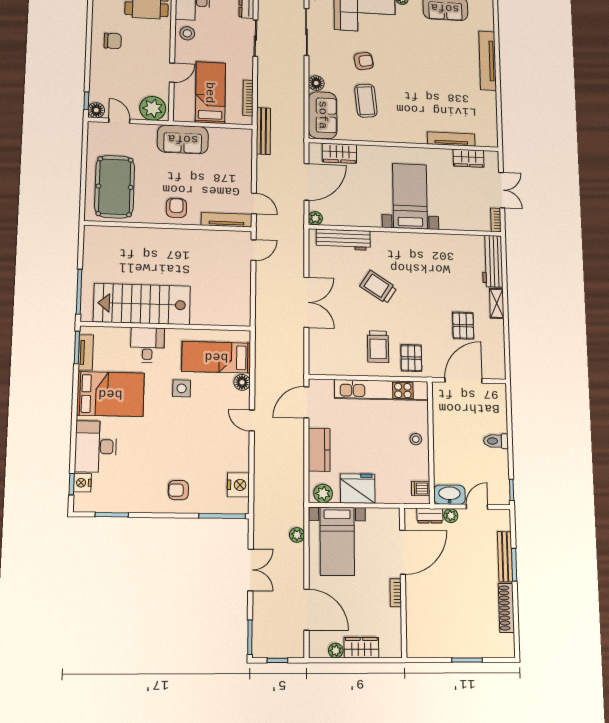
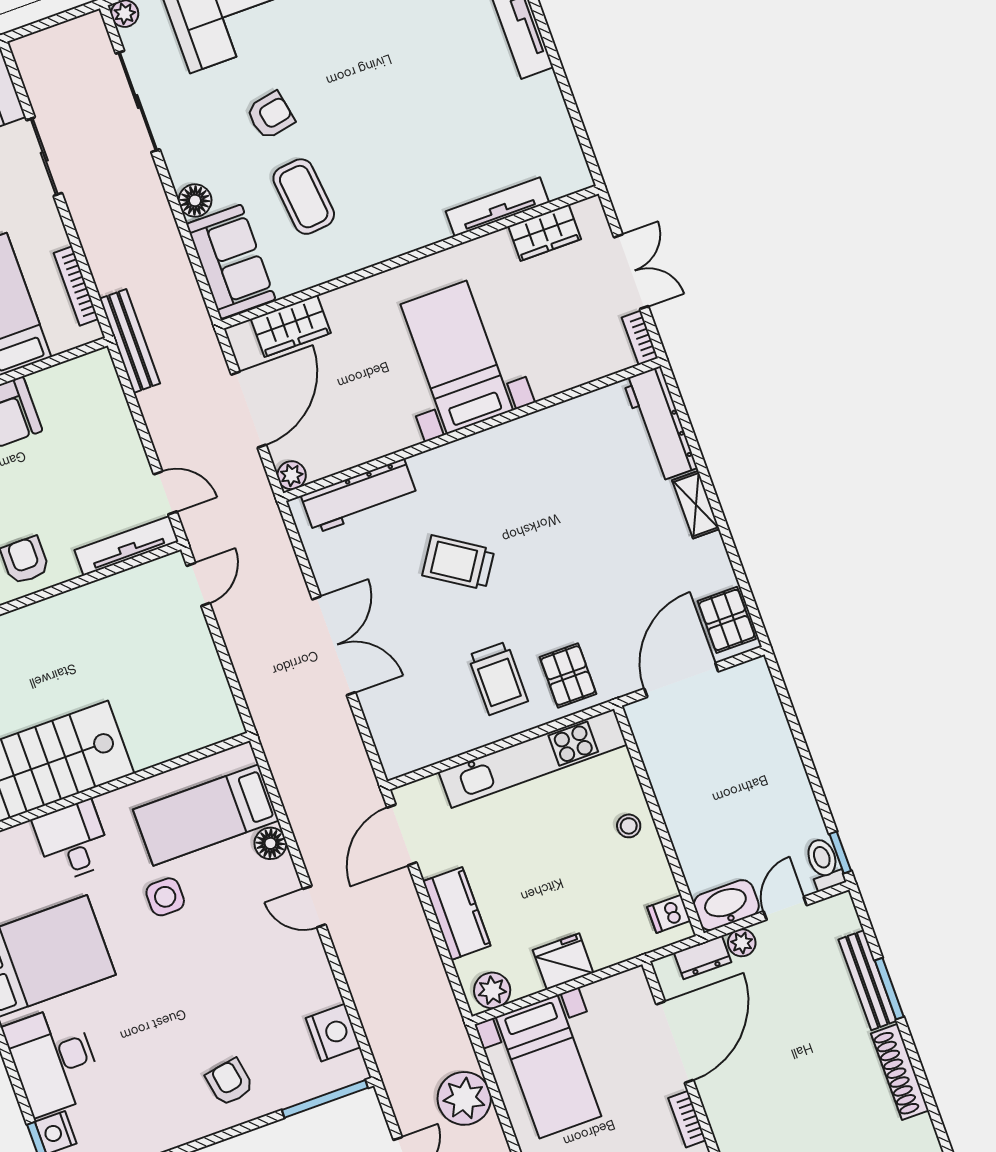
pallet: (463, 326) -> (727, 620), moved
toilet: (496, 441) -> (824, 864), moved, turned 90
fridge: (358, 489) -> (563, 961), width x0.73, depth x0.75
armchair: (178, 490) -> (230, 1082), turned 80
plant: (297, 535) -> (464, 1098), width x1.87, depth x1.87

